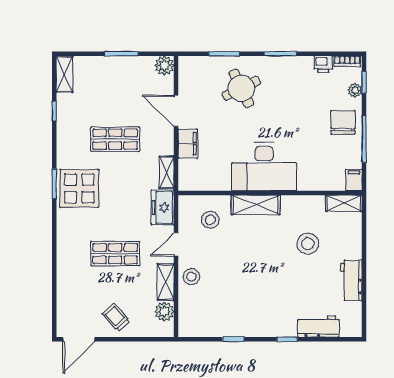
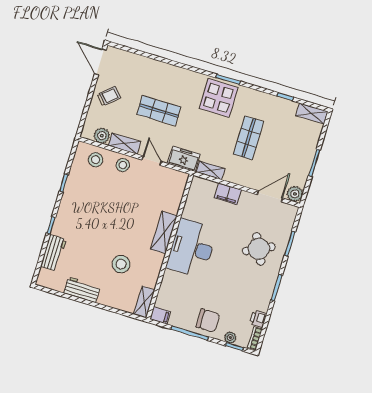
door: (176, 111) -> (270, 196), moved
stool: (210, 220) -> (96, 160), moved
shop shelf: (115, 254) -> (159, 111), turned 90

